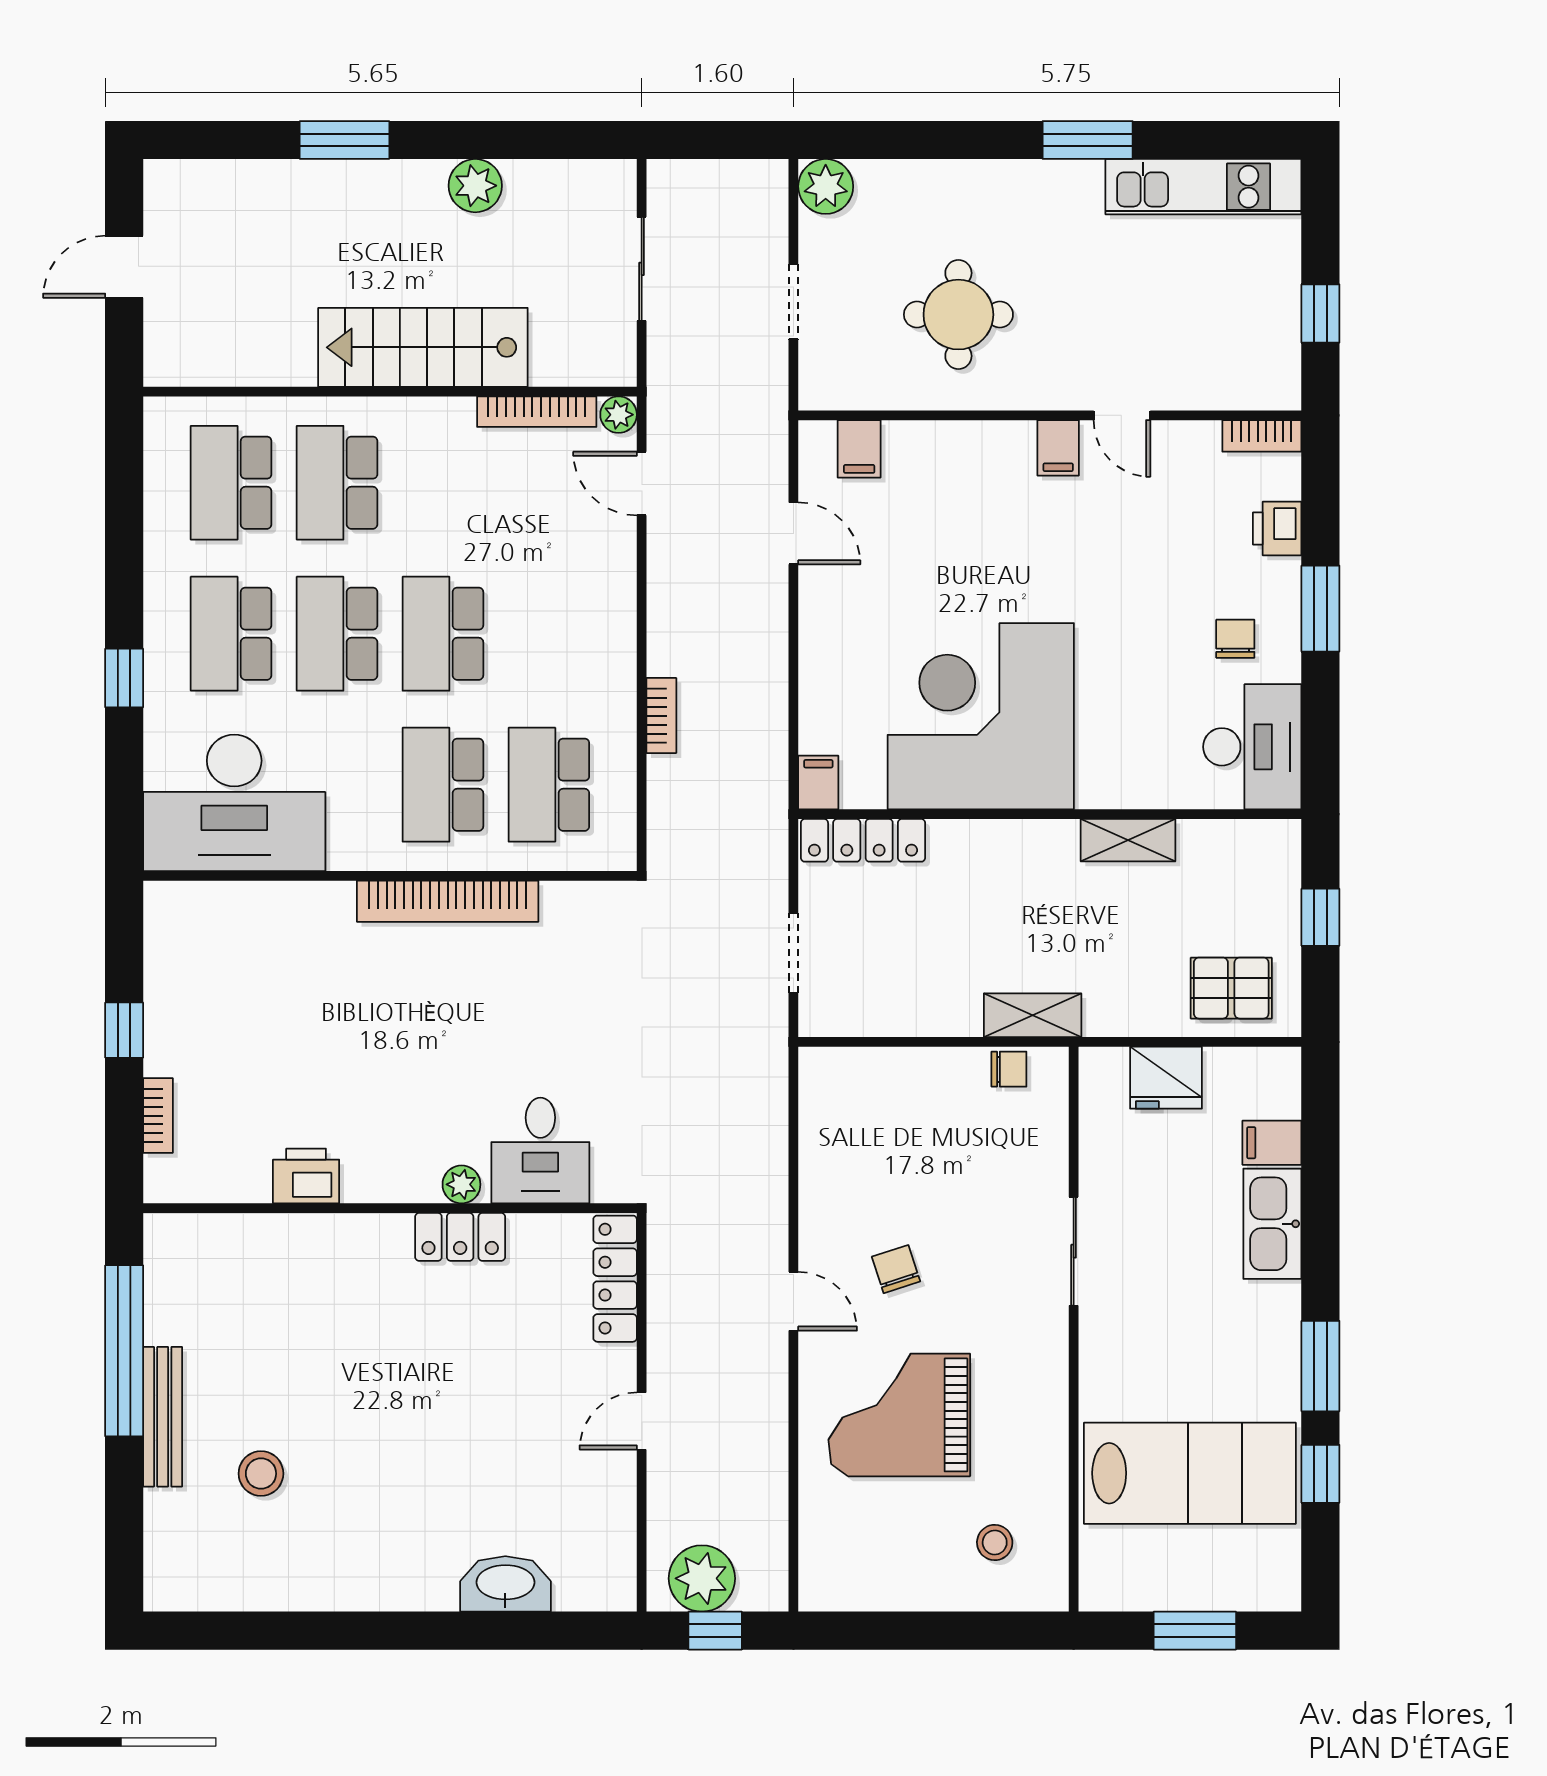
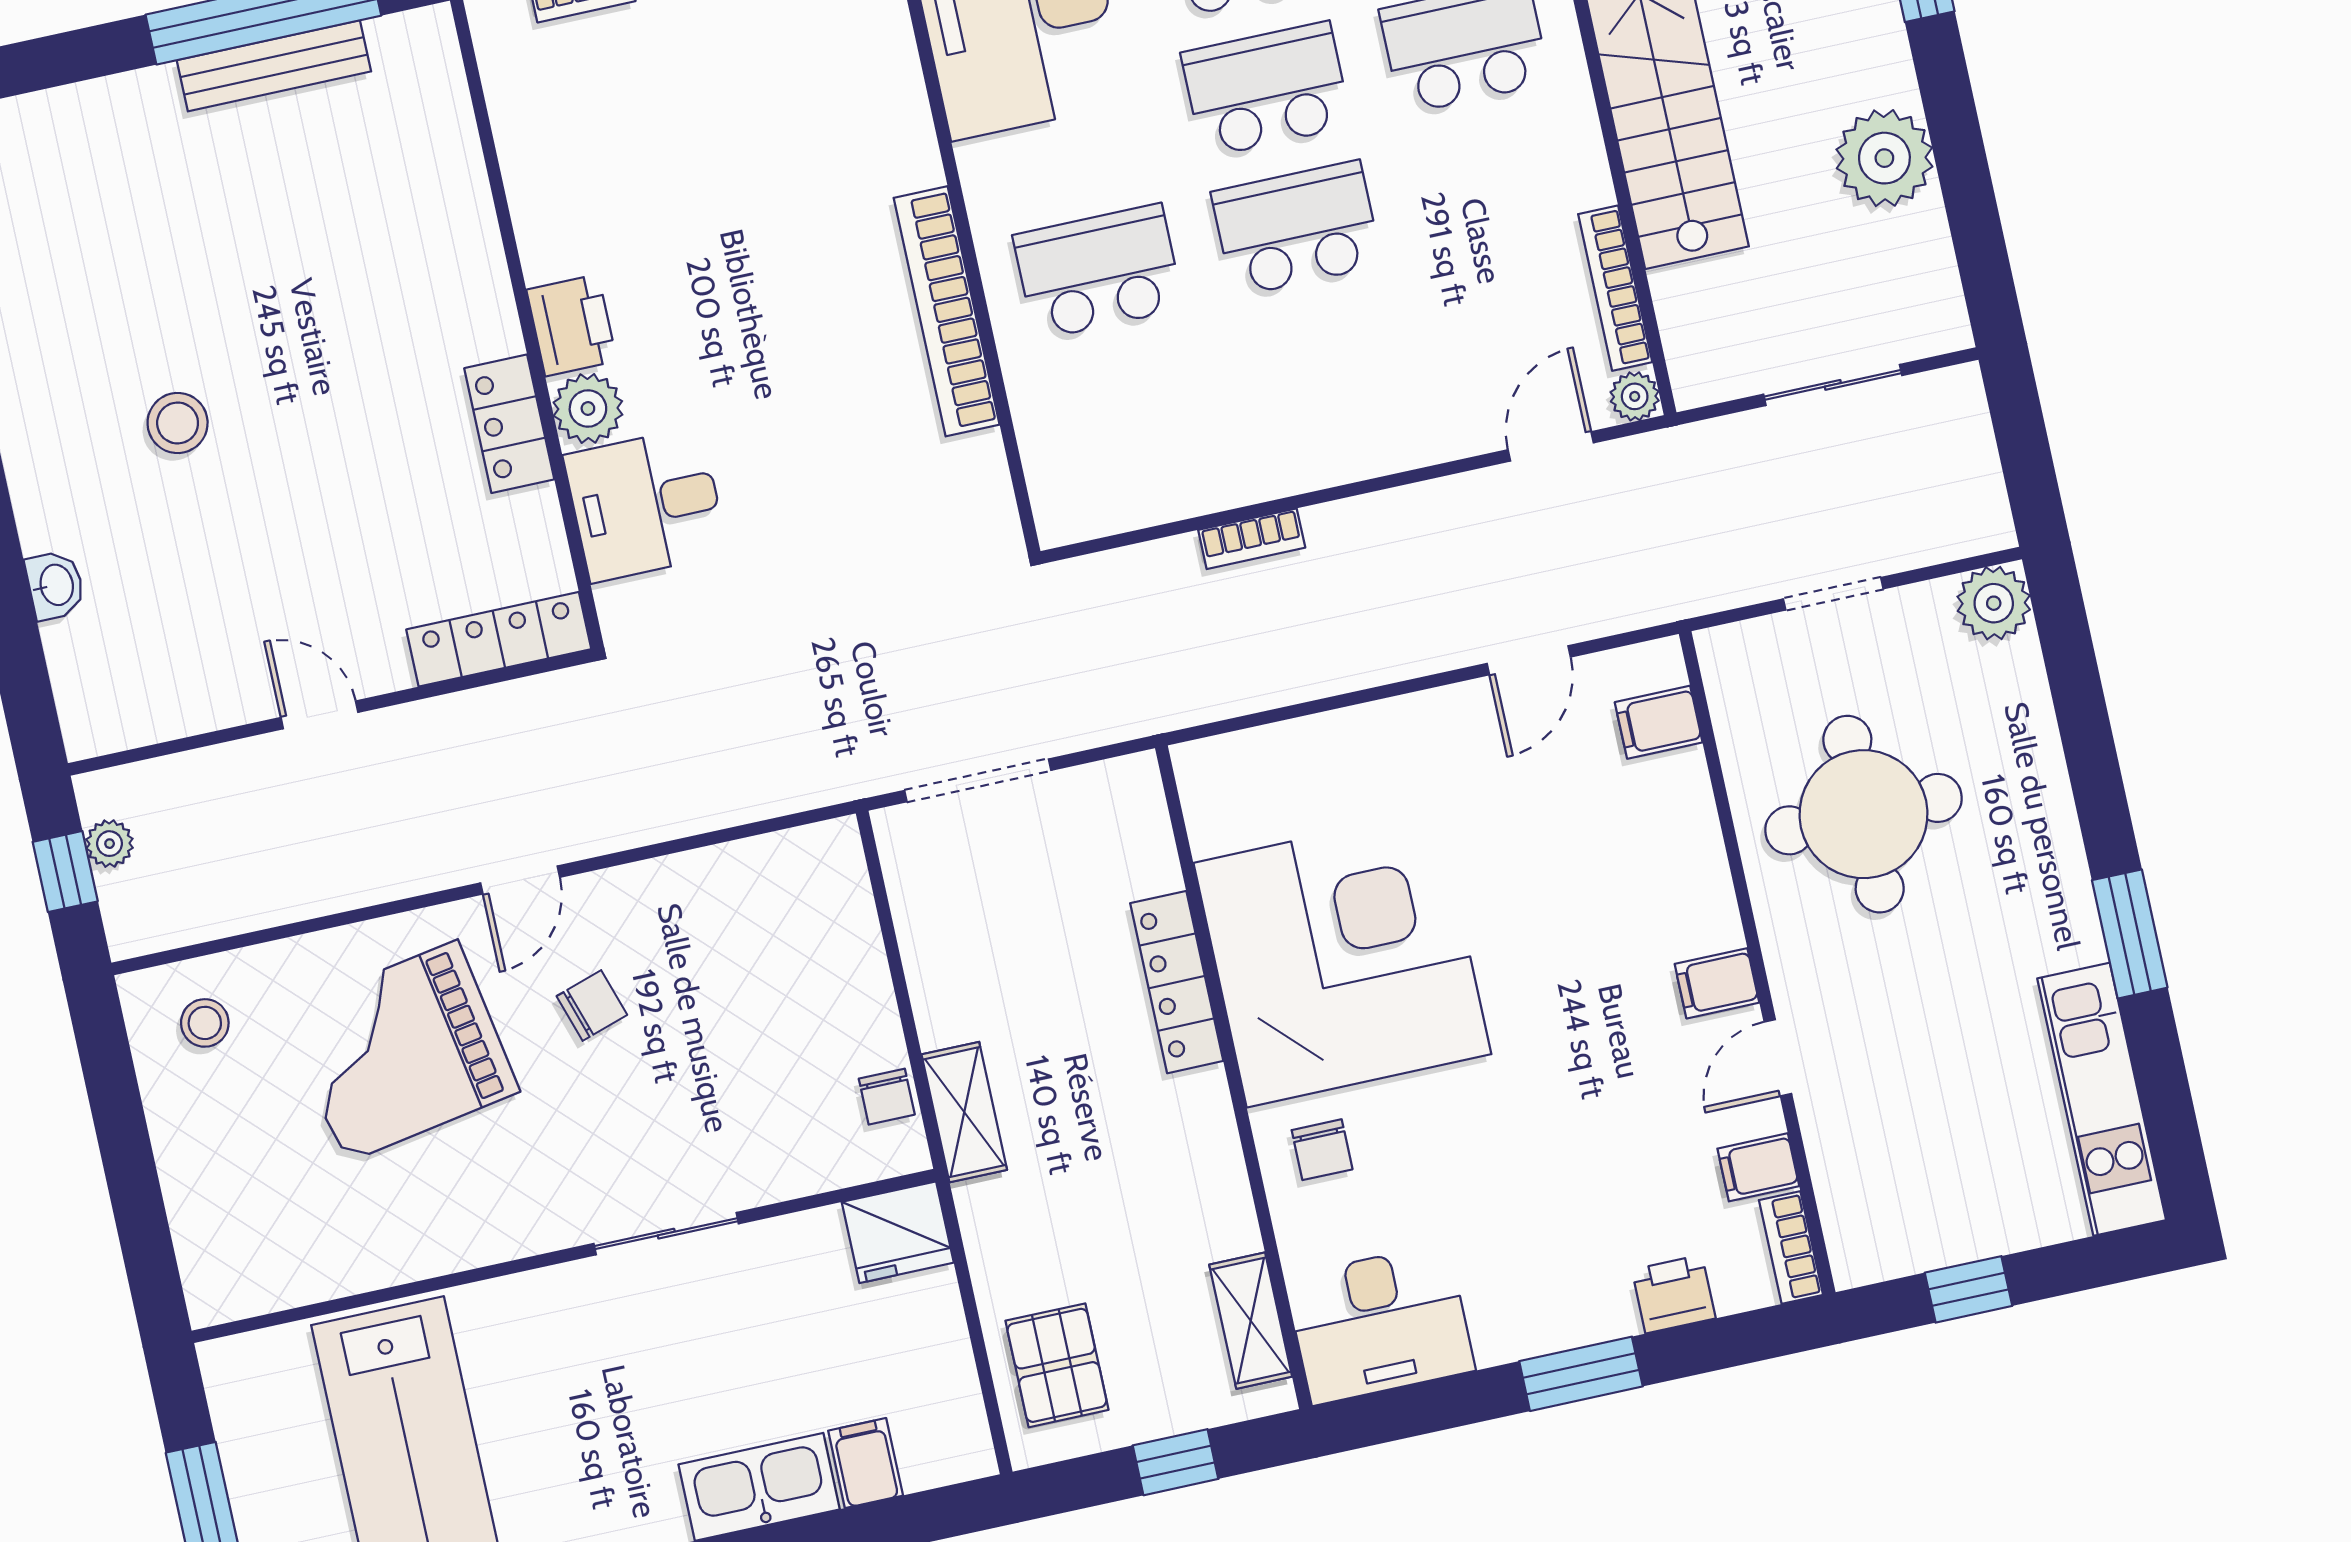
plant: (475, 186) -> (1884, 158), width x1.36, depth x1.36
round table: (958, 315) -> (1864, 814), width x1.36, depth x1.36
chair: (1235, 639) -> (1322, 1150), moved, turned 90
filing cabinet: (818, 783) -> (1758, 1167), moved, turned 180
school desk: (549, 785) -> (1129, 411), removed
locker: (863, 840) -> (1177, 982), moved
shelving: (1128, 840) -> (1251, 1321), moved
doorway: (793, 953) -> (978, 780), width x1.38
fridge: (1166, 1078) -> (898, 1232), moved, turned -90
printer: (306, 1176) -> (572, 325), moved
plant: (461, 1184) -> (588, 408), width x1.38, depth x1.38
grand piano: (899, 1415) -> (401, 1052), turned -100
bench: (163, 1417) -> (274, 66), moved
stool: (261, 1474) -> (178, 423), moved
stool: (995, 1542) -> (205, 1023), moved
plant: (702, 1578) -> (110, 844), width x0.53, depth x0.53
washbasin: (505, 1584) -> (55, 585), width x0.52, depth x0.69

